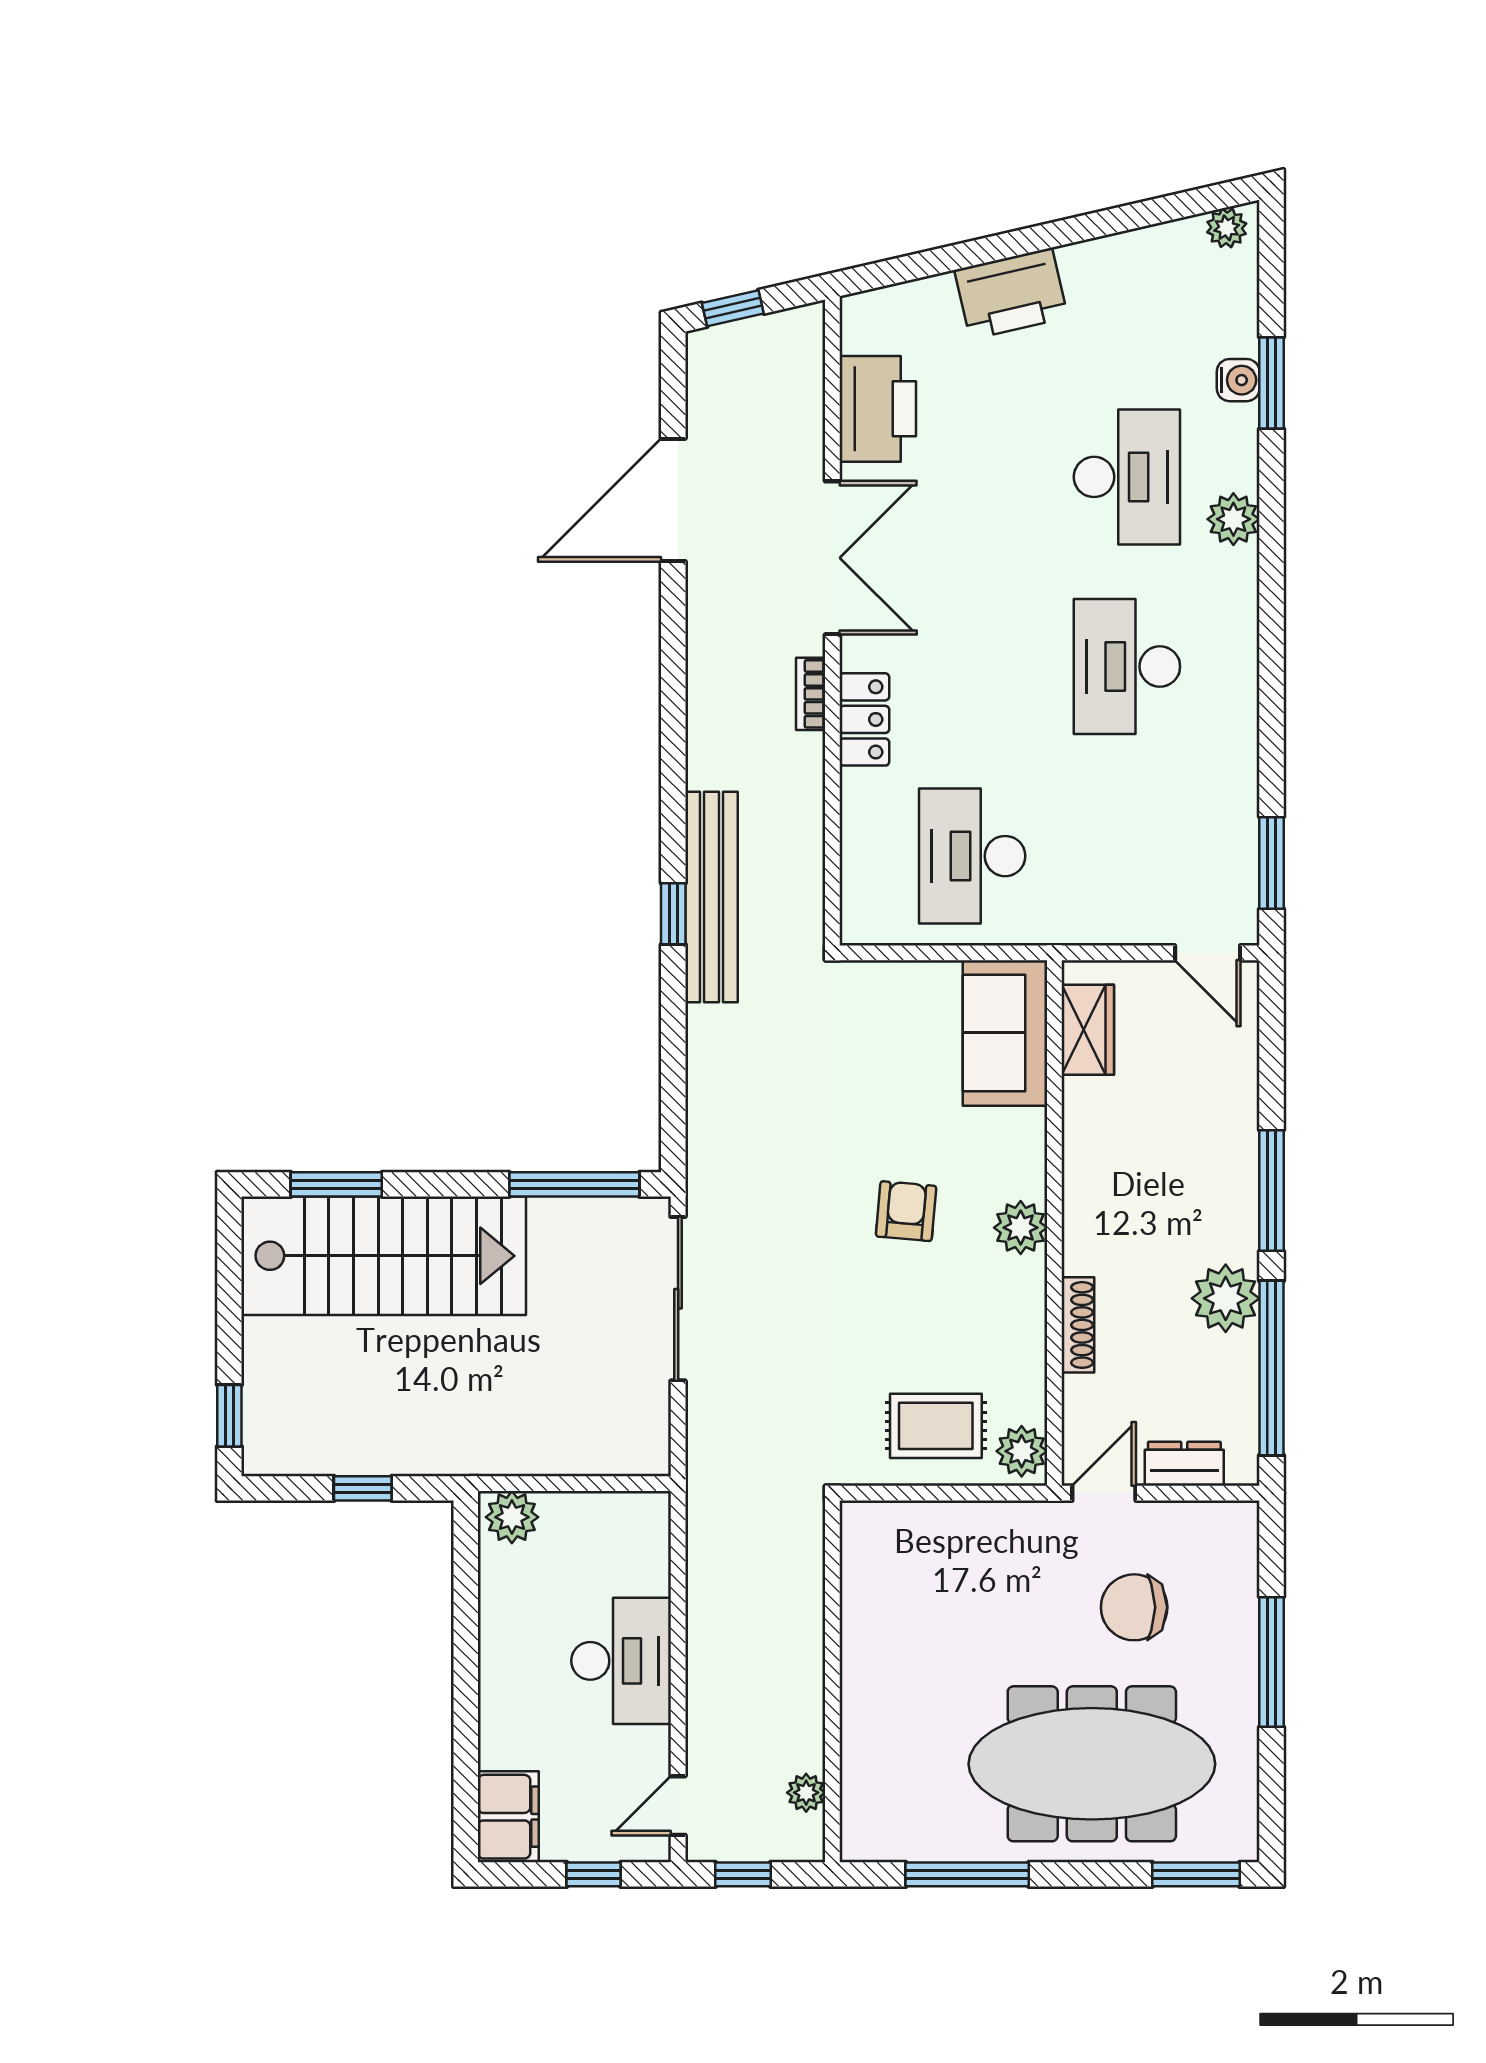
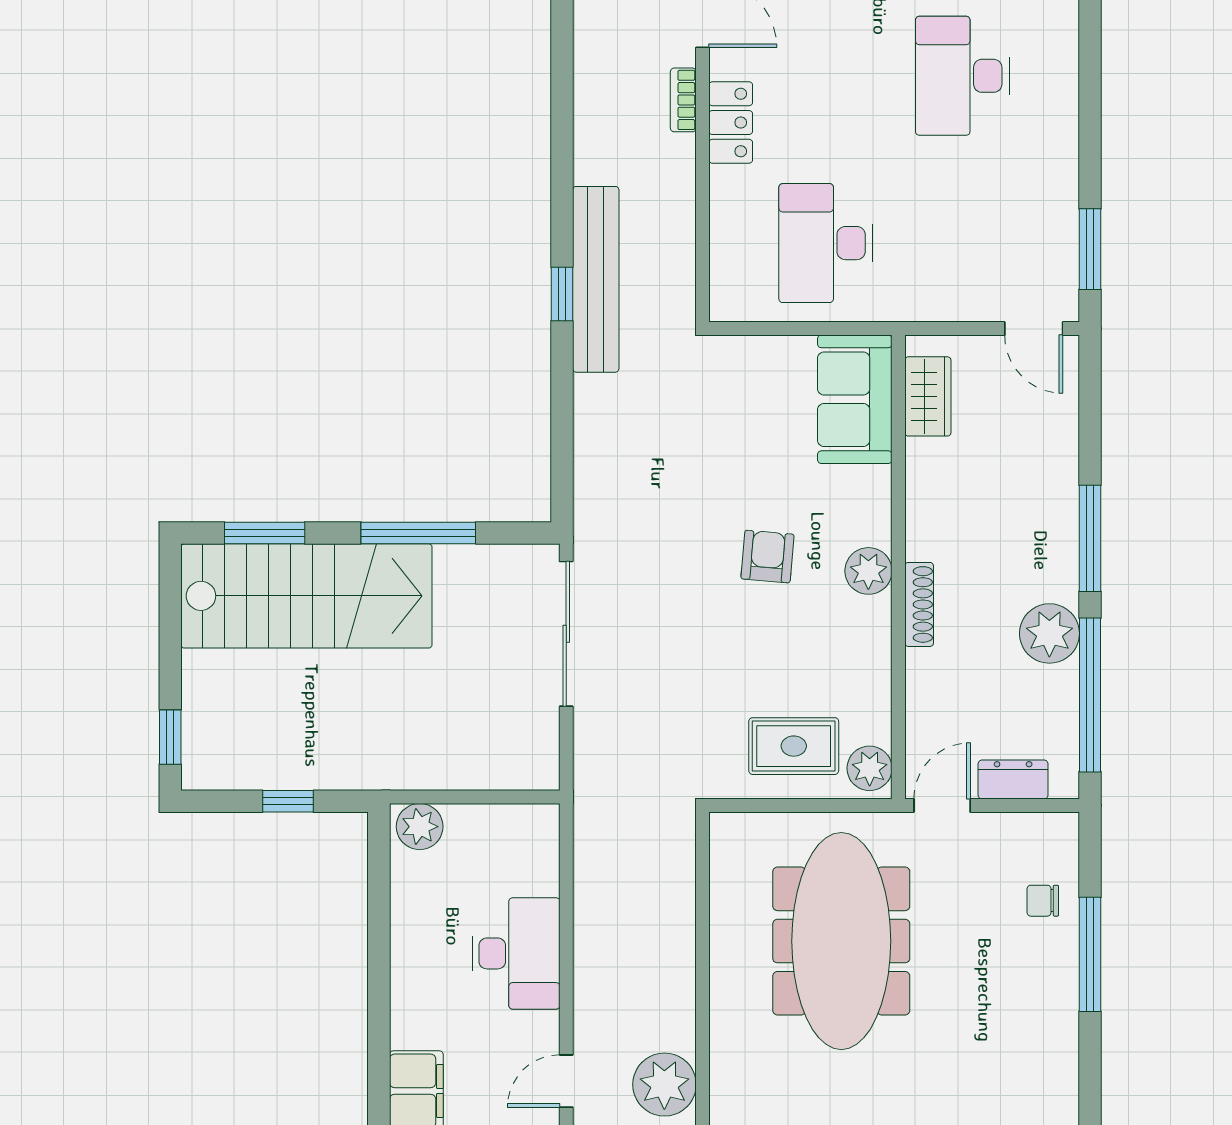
window: (574, 1184) -> (418, 533), moved
shoe rack: (1078, 1325) -> (919, 604), moved
chair: (1134, 1607) -> (1043, 901), moved, width x0.54, depth x0.54
meeting table: (1092, 1764) -> (841, 941), moved, turned 90
plant: (806, 1793) -> (664, 1085), width x1.87, depth x1.87

